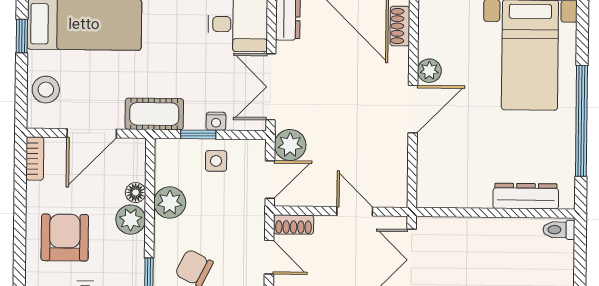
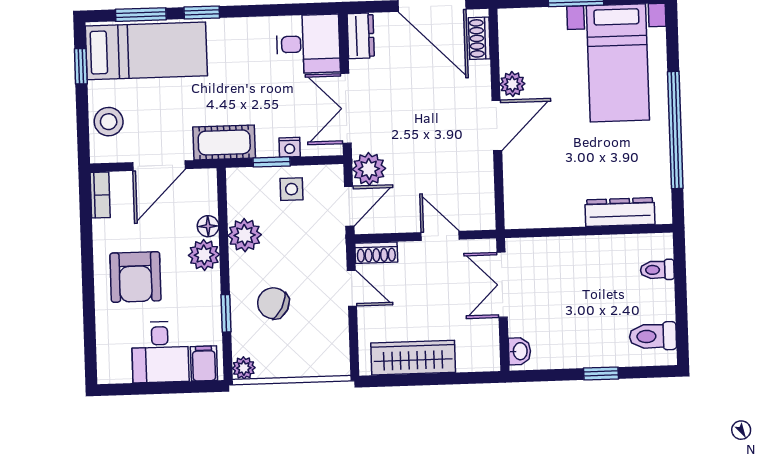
toilet: (559, 230) -> (657, 270), moved
armchair: (65, 238) -> (135, 277), turned 180

